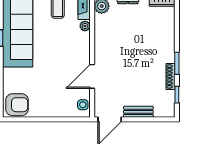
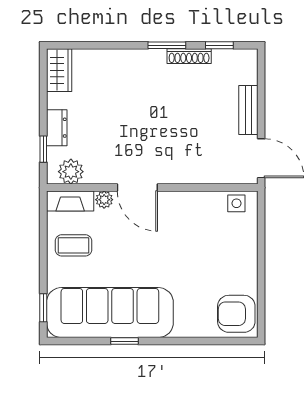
door: (92, 76) -> (137, 188), moved
armchair: (17, 105) -> (236, 314), turned -90

